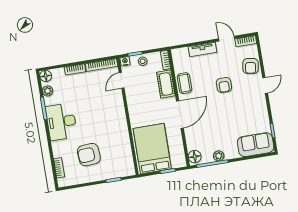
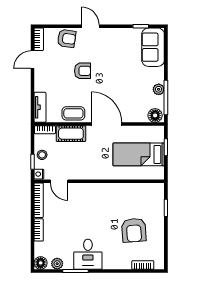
tv unit: (203, 49) -> (40, 107), moved
desk: (61, 122) -> (88, 254), width x0.73
bed: (152, 149) -> (139, 154), width x0.67

